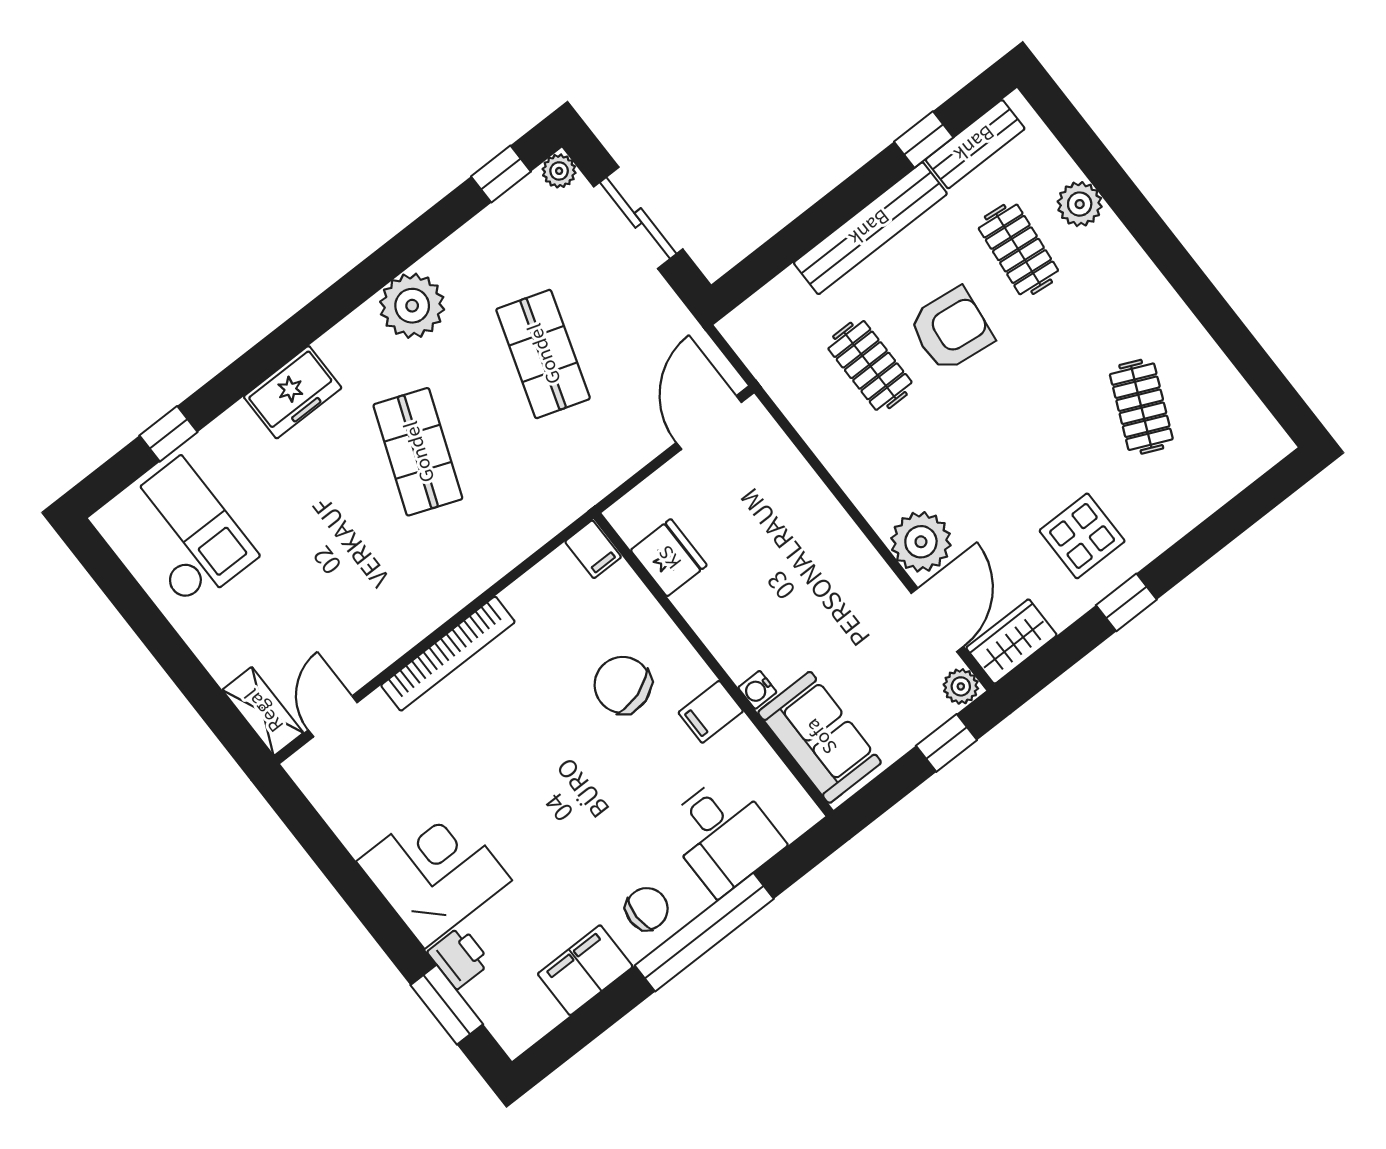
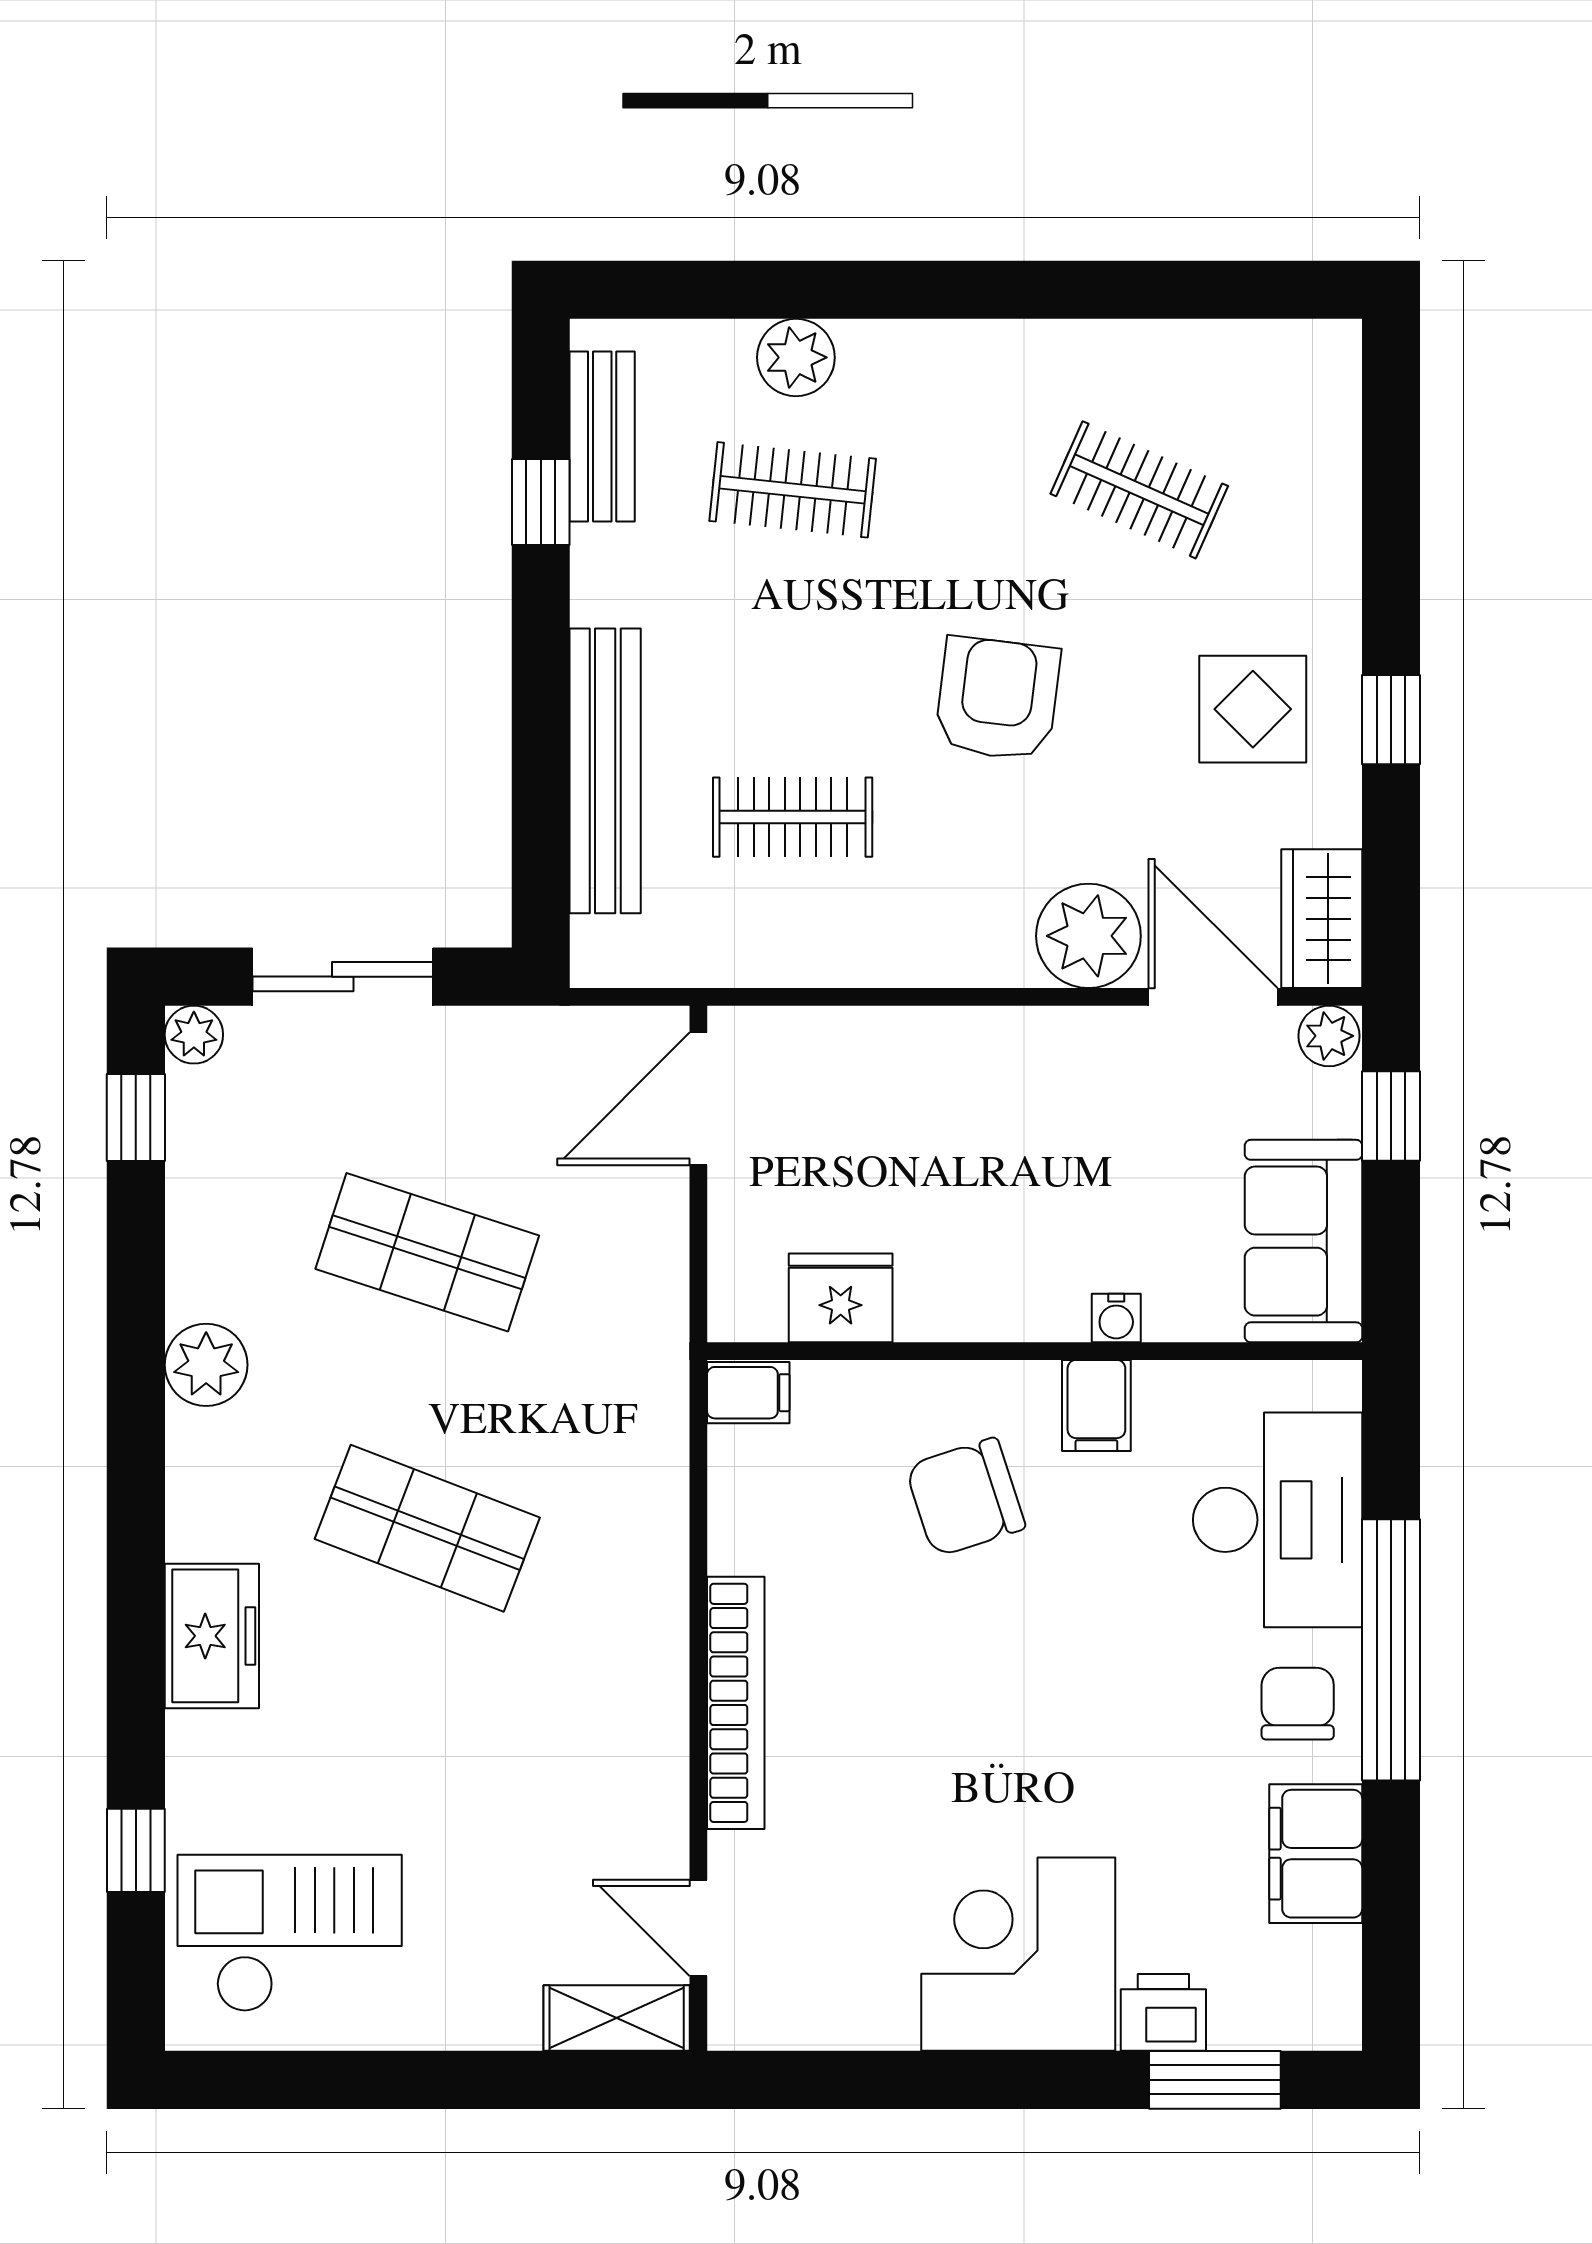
bench: (870, 228) -> (605, 771), moved
plant: (412, 306) -> (206, 1365), width x0.73, depth x0.73
armchair: (951, 329) -> (997, 699), moved
door: (709, 423) -> (698, 1099), hinge flipped
sofa: (820, 737) -> (1303, 1241), moved, turned -90
desk: (723, 835) -> (1278, 1520), width x1.37

